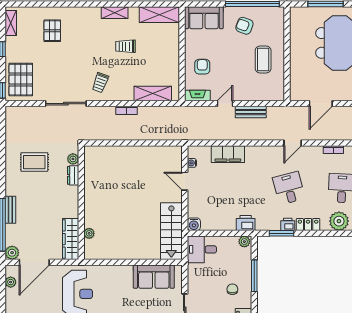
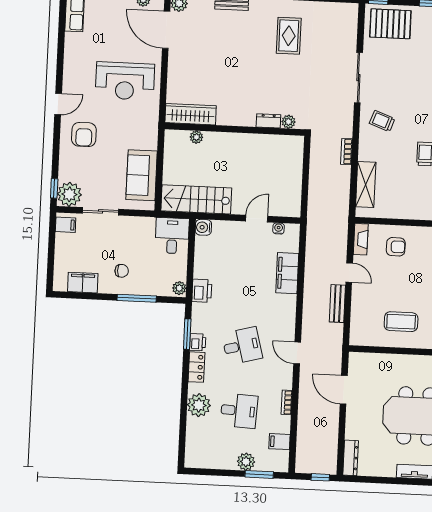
plant: (73, 159) -> (288, 122), moved
dresser: (73, 175) -> (268, 121), moved
wall: (81, 203) -> (235, 129), moved
plant: (89, 233) -> (196, 137), moved
wardrobe: (71, 239) -> (191, 114), moved

